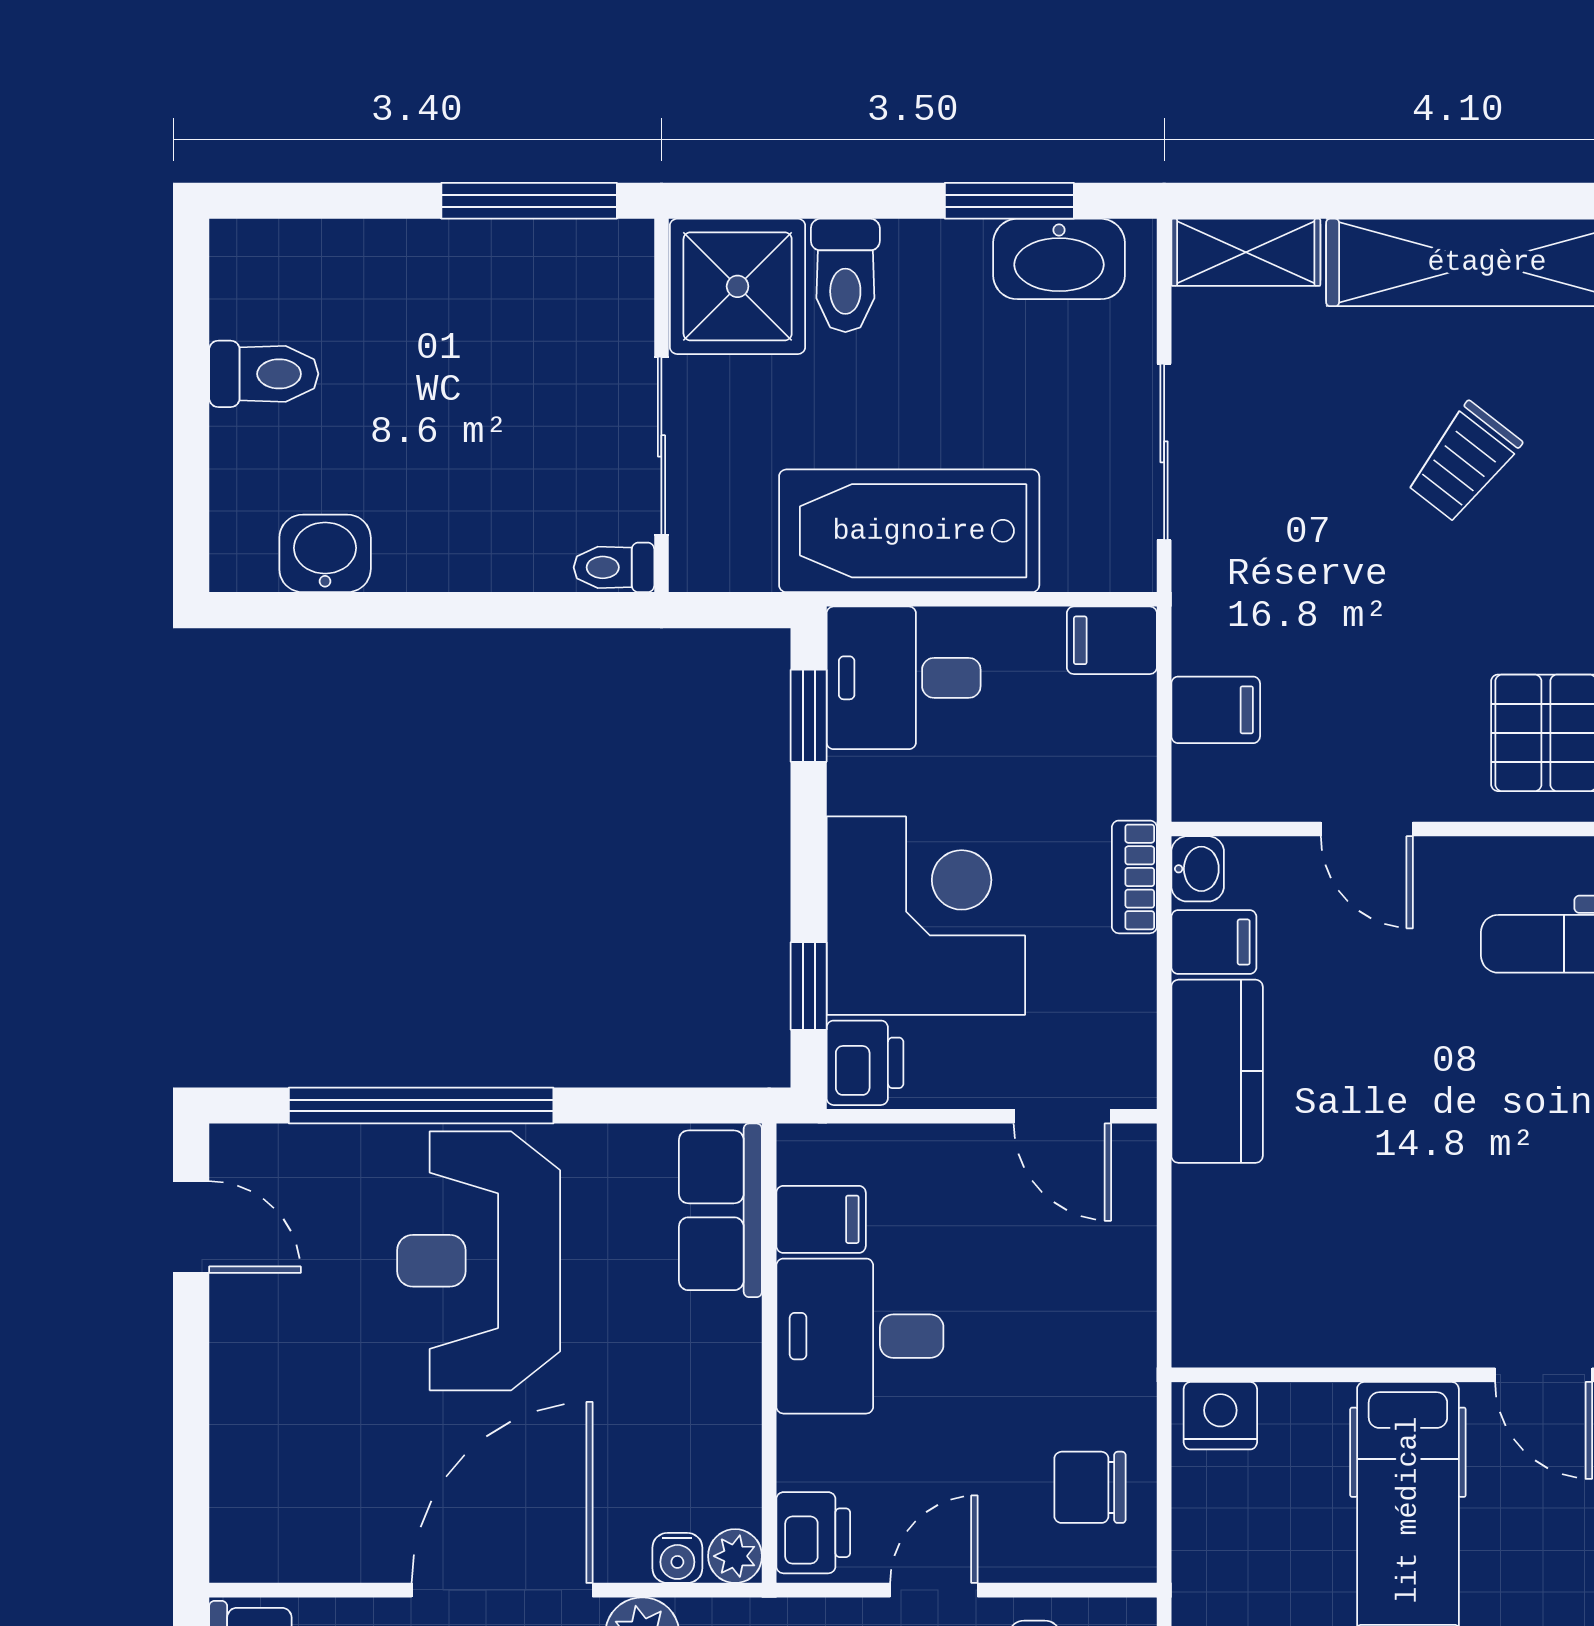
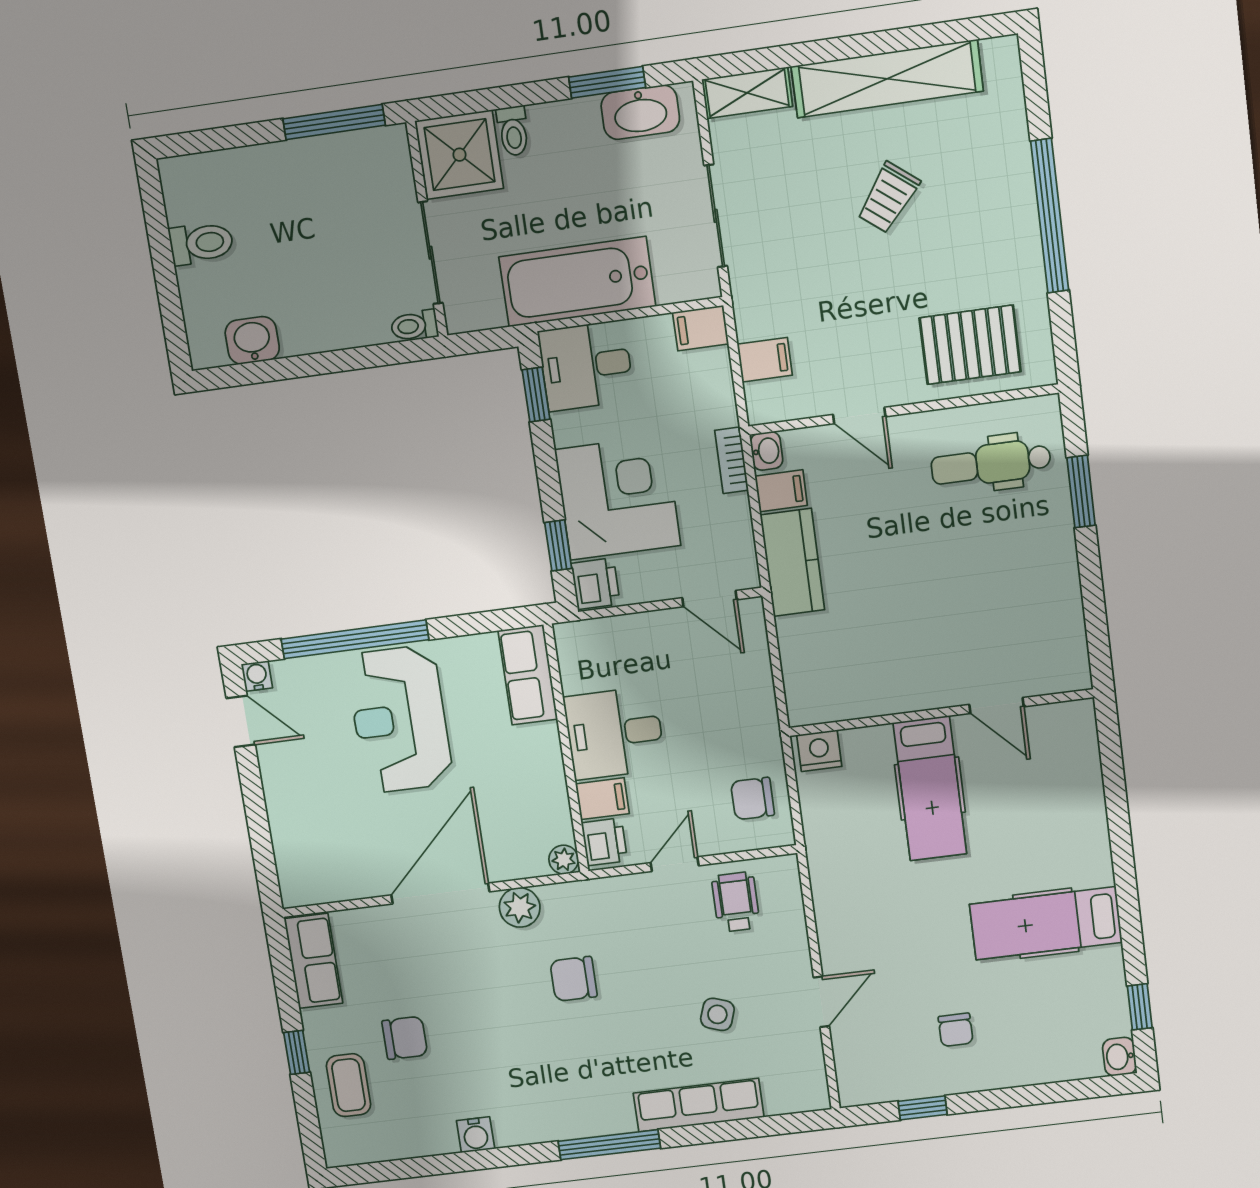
toilet: (845, 275) -> (513, 131), width x0.73, depth x0.72
filing cabinet: (821, 1219) -> (602, 799), moved
water cooler: (677, 1558) -> (257, 676), moved, turned 180

